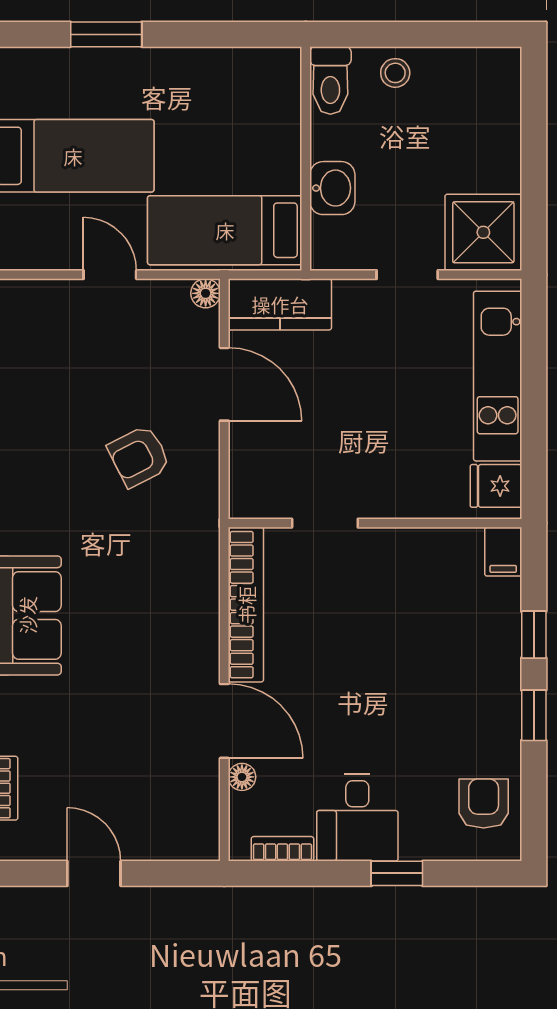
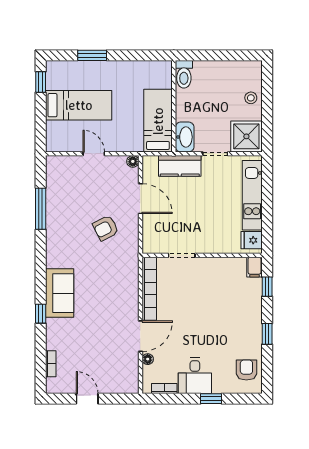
stool: (395, 73) -> (251, 98), moved
washbasin: (332, 188) -> (185, 137), moved, width x1.38
bed: (225, 230) -> (158, 121), moved, turned 90
kitchen counter: (280, 304) -> (180, 166), moved
window: (534, 635) -> (267, 287), moved
door: (224, 721) -> (140, 336), hinge flipped

